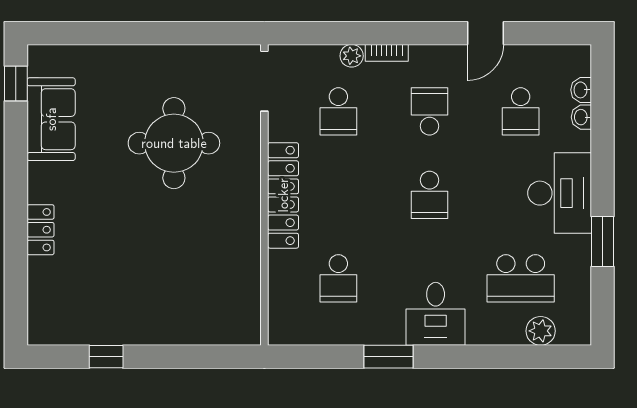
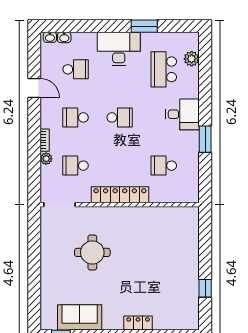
school desk: (338, 111) -> (76, 166), turned 180
washbasin: (581, 117) -> (50, 37), moved
round table: (174, 143) -> (92, 252), width x0.73, depth x0.73
school desk: (338, 278) -> (164, 166), turned 180
school desk: (521, 278) -> (164, 69), turned 180

